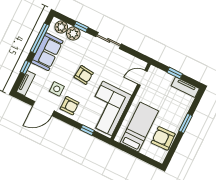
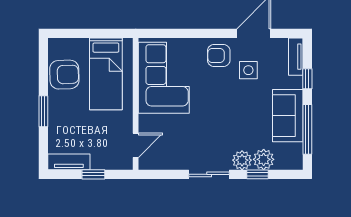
plant: (61, 27) -> (242, 160), moved
armchair: (84, 75) -> (220, 108), removed
window: (87, 130) -> (177, 33), removed

